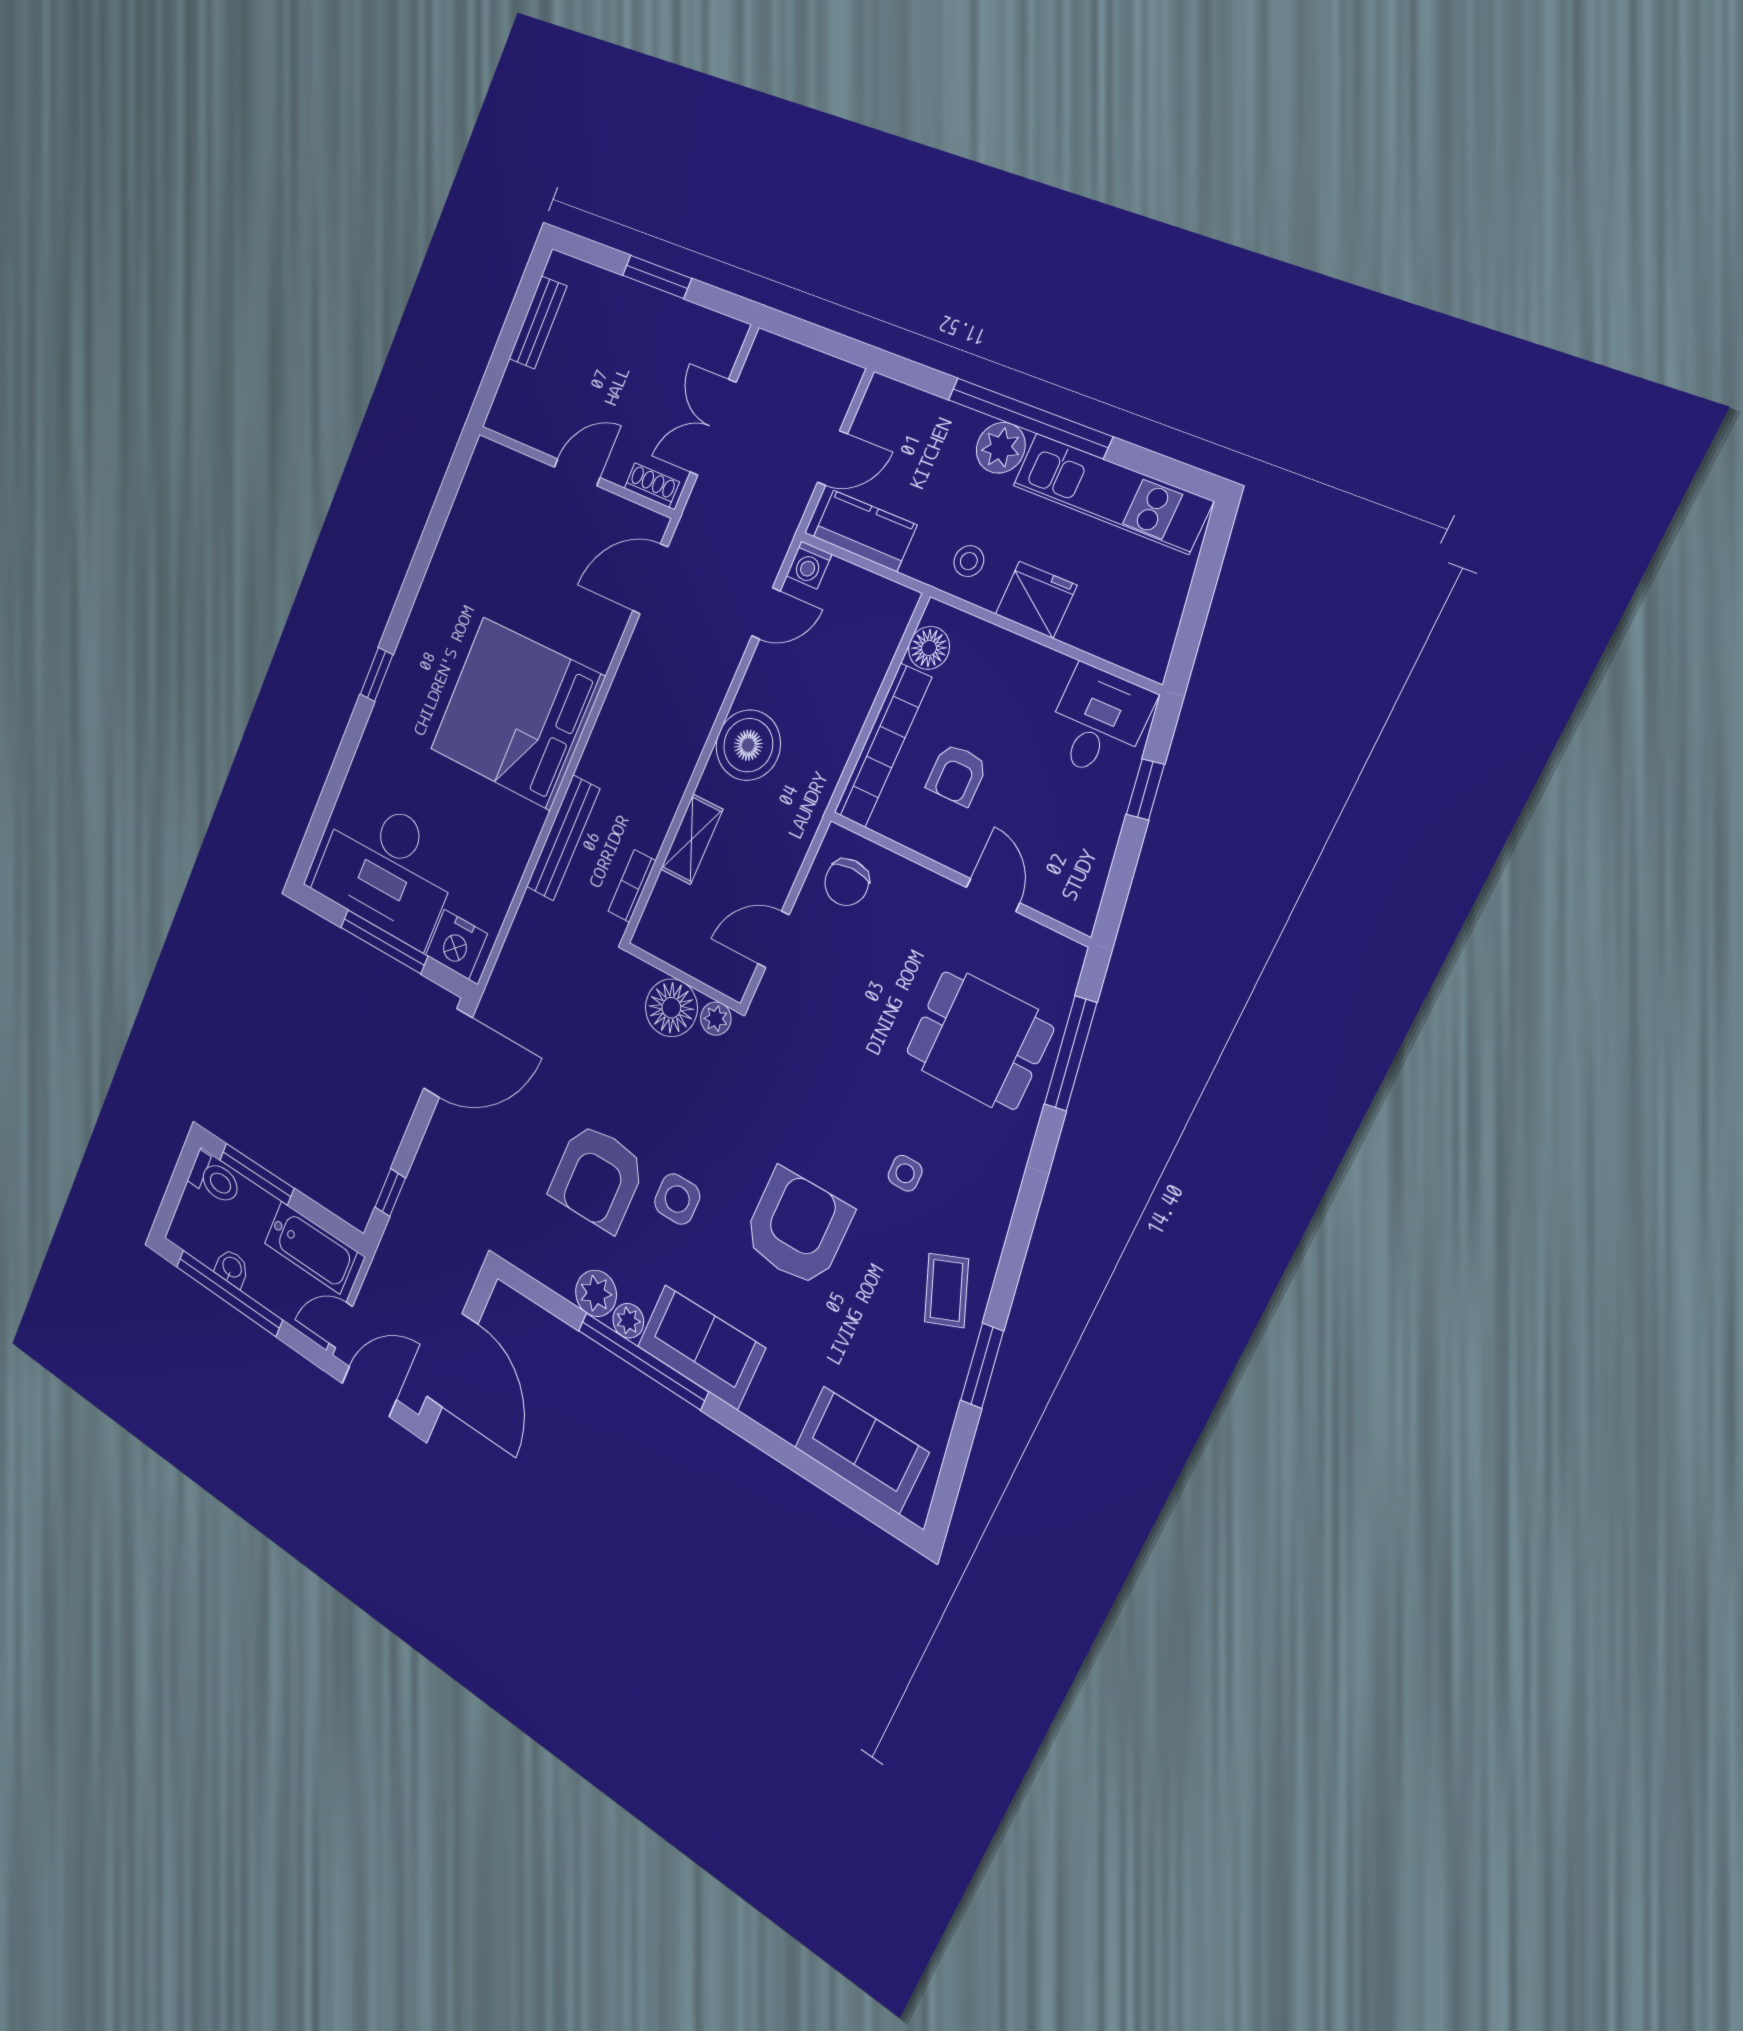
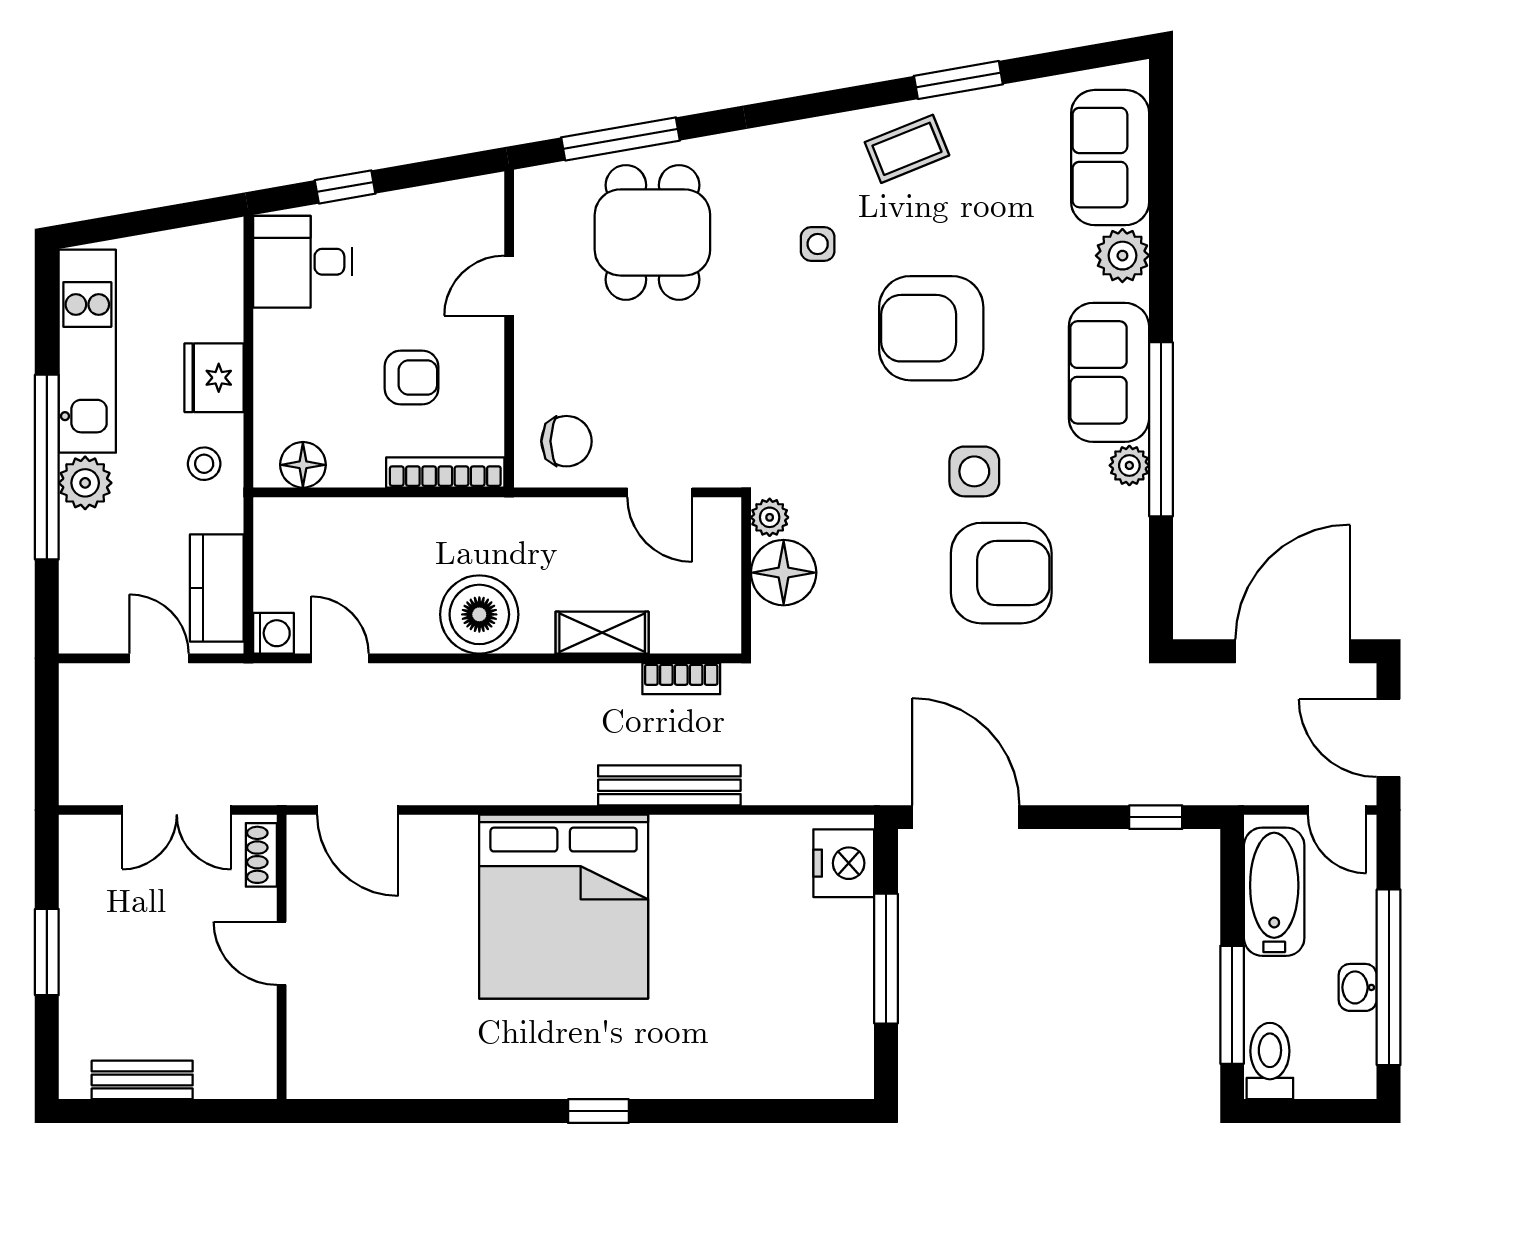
bookcase: (883, 746) -> (445, 472), width x0.68, depth x0.76
desk: (387, 869) -> (805, 994), removed
plant: (596, 1293) -> (1122, 256), moved

